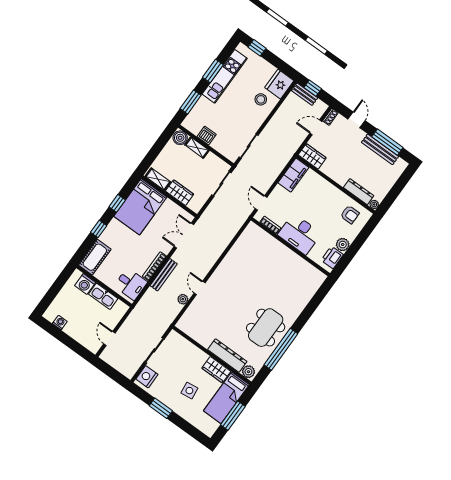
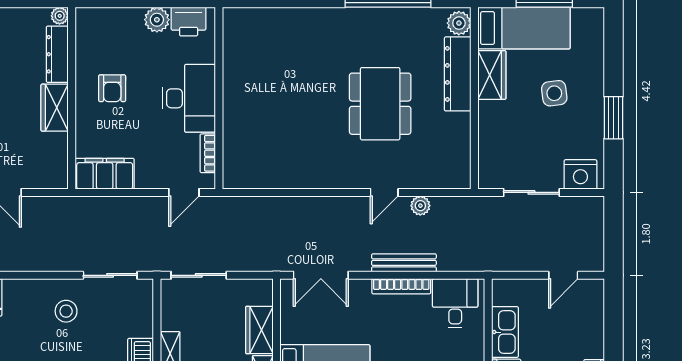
stool: (261, 99) -> (66, 311), moved
wardrobe: (312, 156) -> (55, 108), moved
armchair: (350, 214) -> (112, 88), moved, turned 180
dining table: (266, 328) -> (380, 104), moved, turned 90

